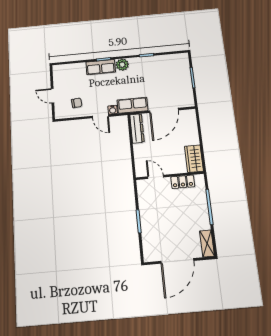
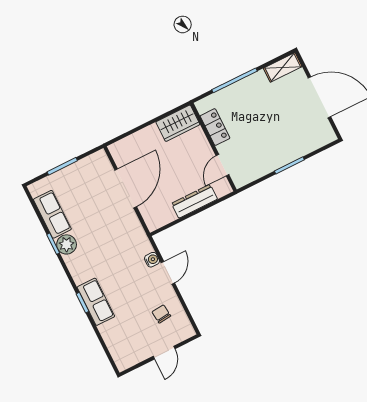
plant: (122, 65) -> (67, 244), moved
row of seats: (133, 105) -> (52, 214), moved, turned 180
door: (164, 110) -> (126, 188), hinge flipped
dresser: (137, 128) -> (194, 201), moved

